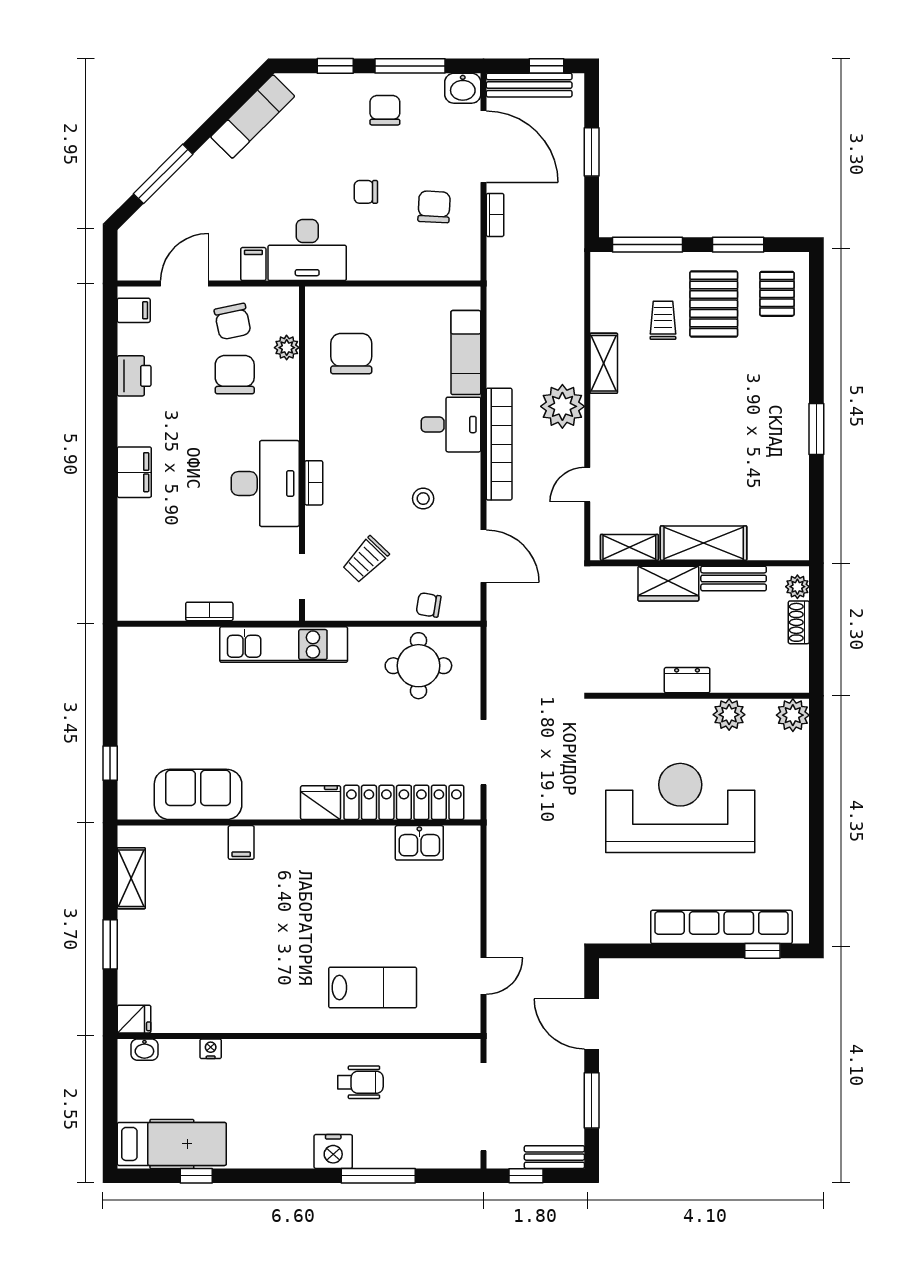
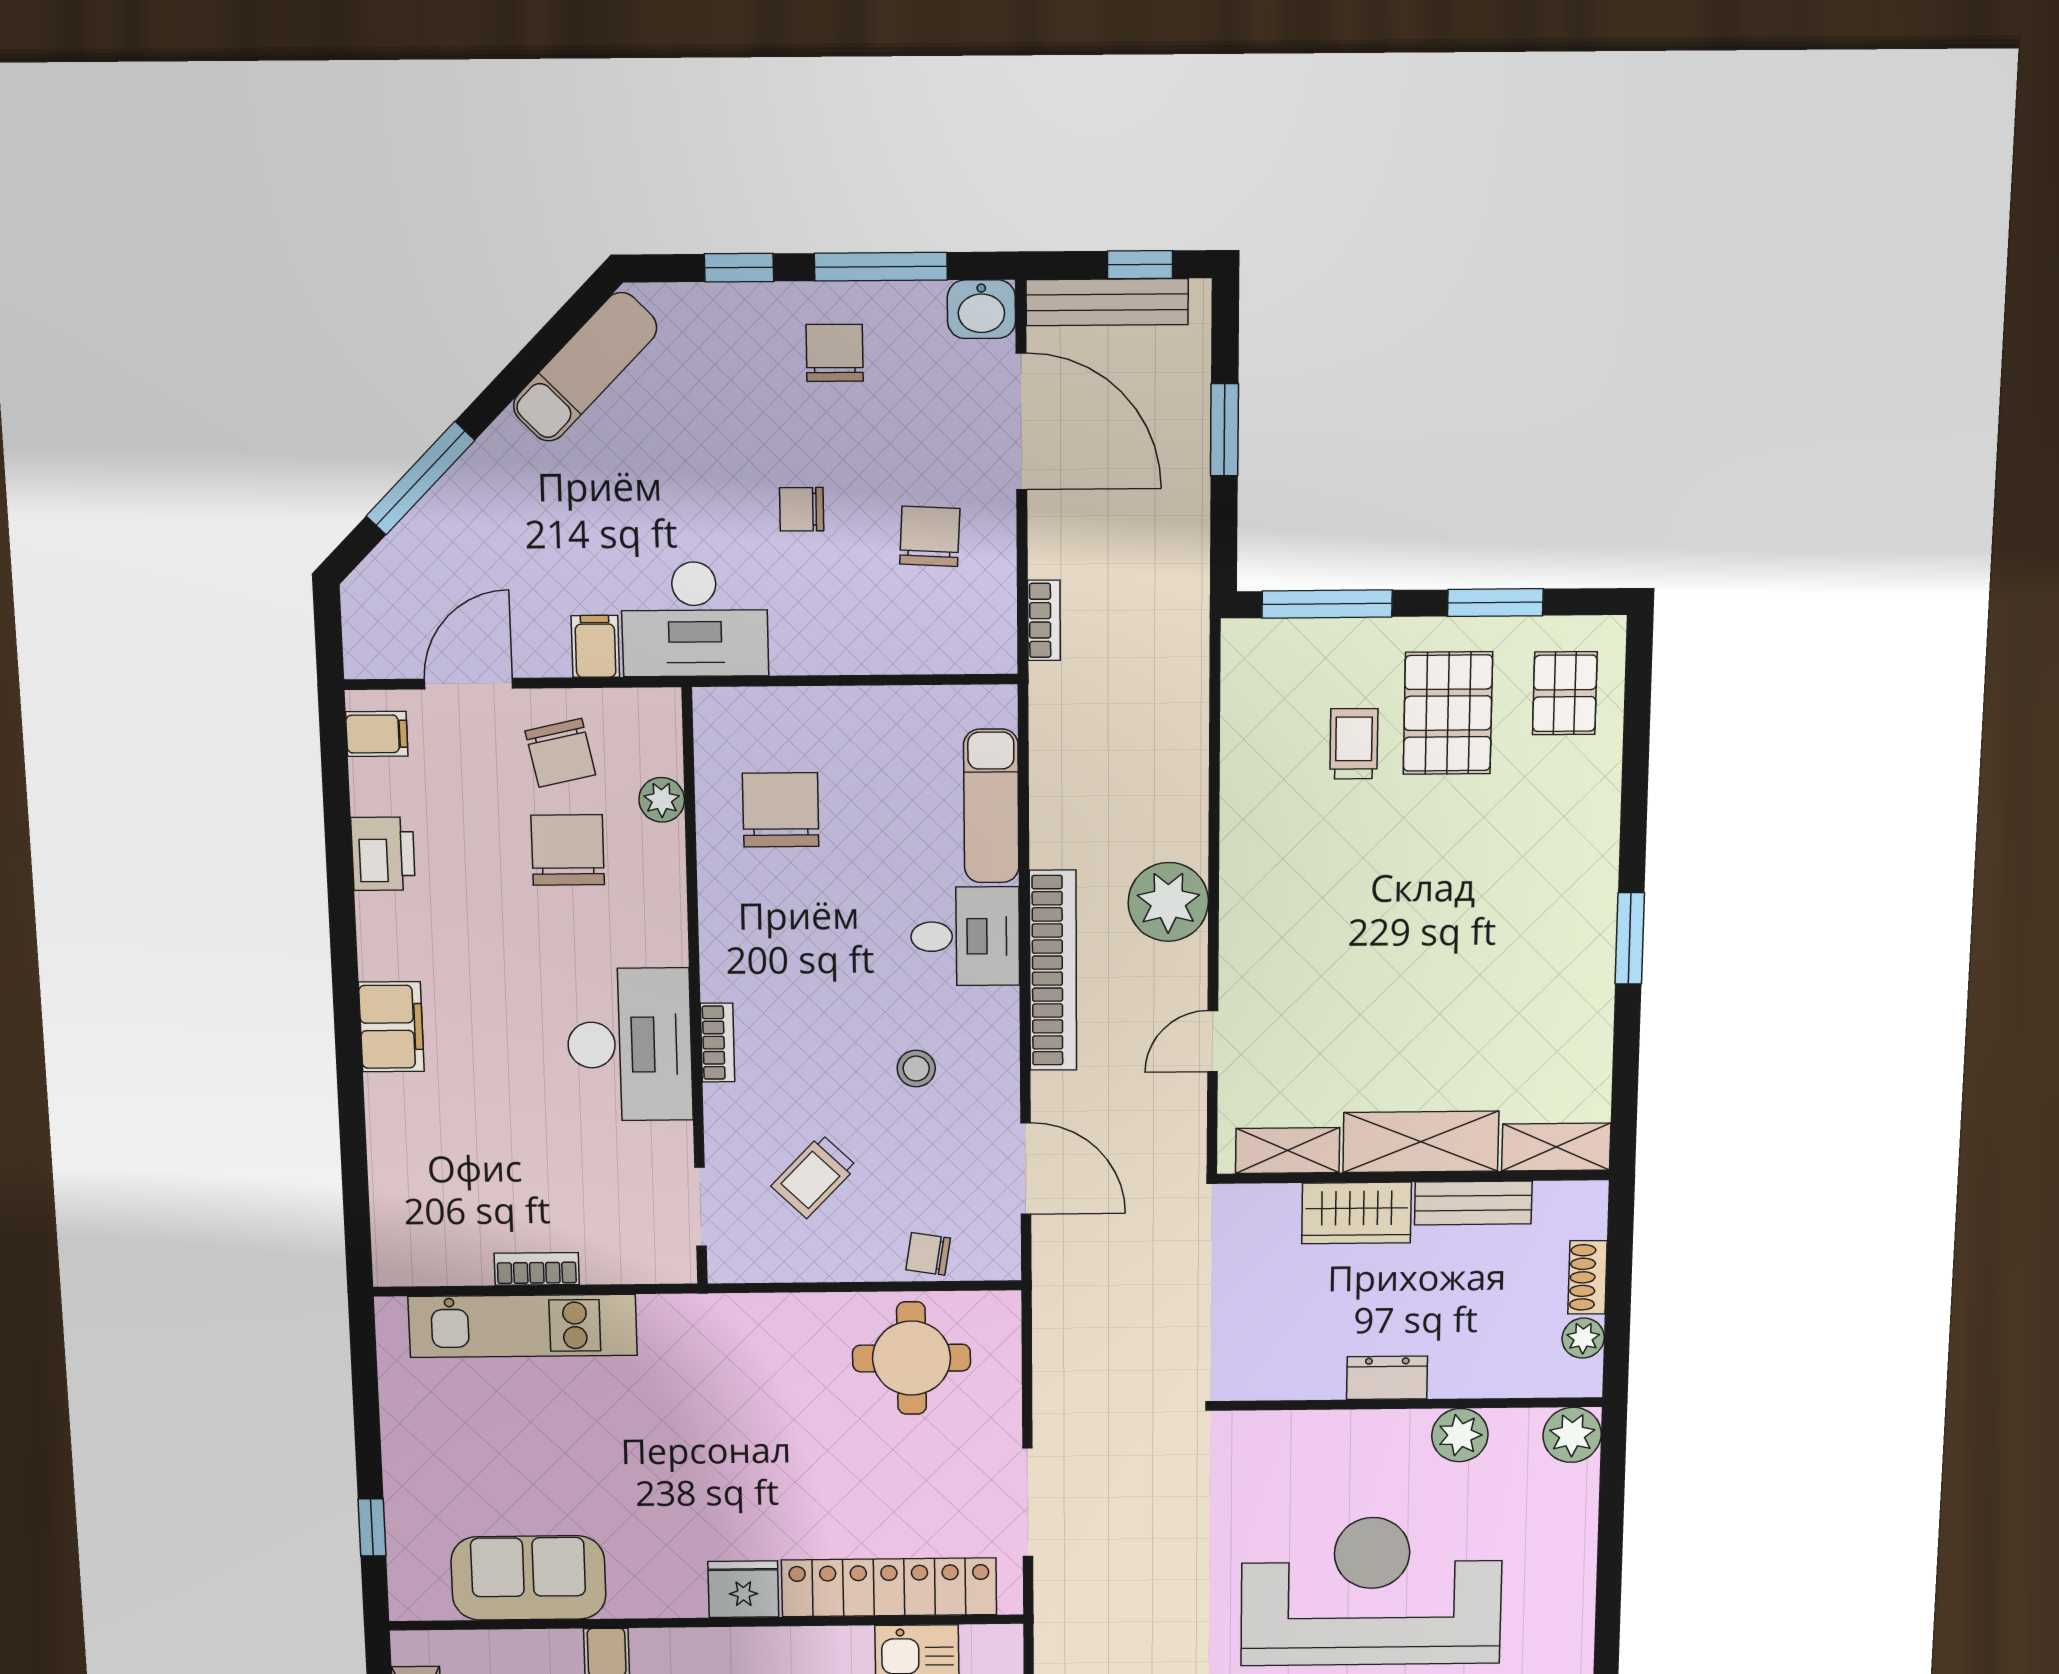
bookcase: (495, 215) -> (1044, 620), moved
shelving: (604, 363) -> (1556, 1147), moved, turned 90
plant: (797, 587) -> (1583, 1338), moved
kitchen unit: (284, 645) -> (523, 1326), moved

